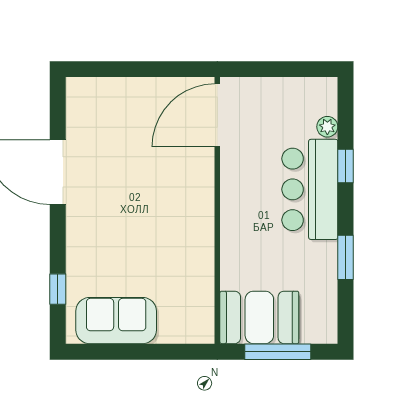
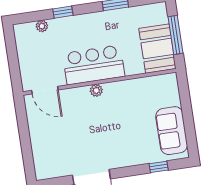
door: (217, 115) -> (45, 90), width x0.73
bar counter: (310, 189) -> (94, 65), moved, turned 180
plant: (204, 203) -> (96, 90), added

